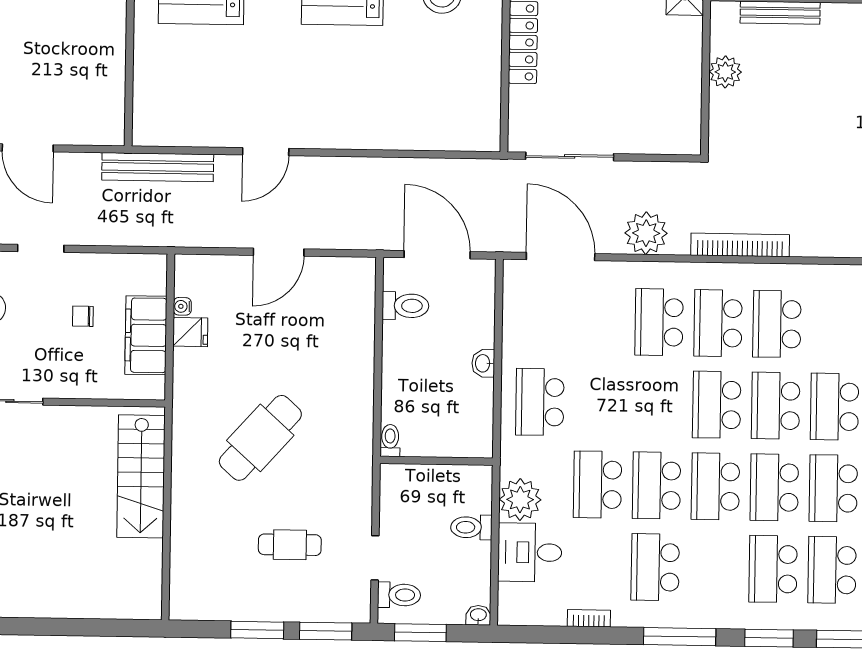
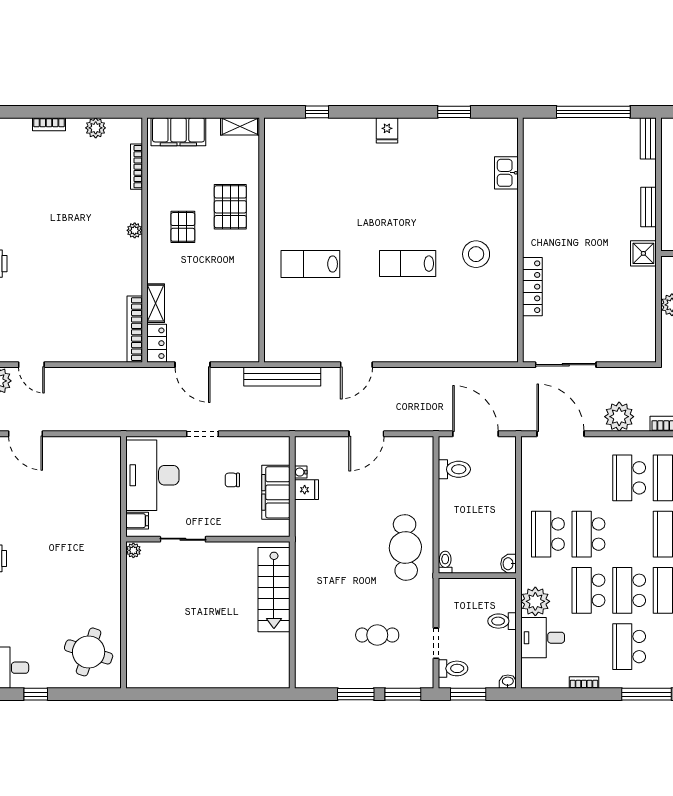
washbasin: (483, 363) -> (508, 564), moved
school desk: (599, 403) -> (588, 534), added
cafe table: (260, 438) -> (405, 547), moved, turned -44

